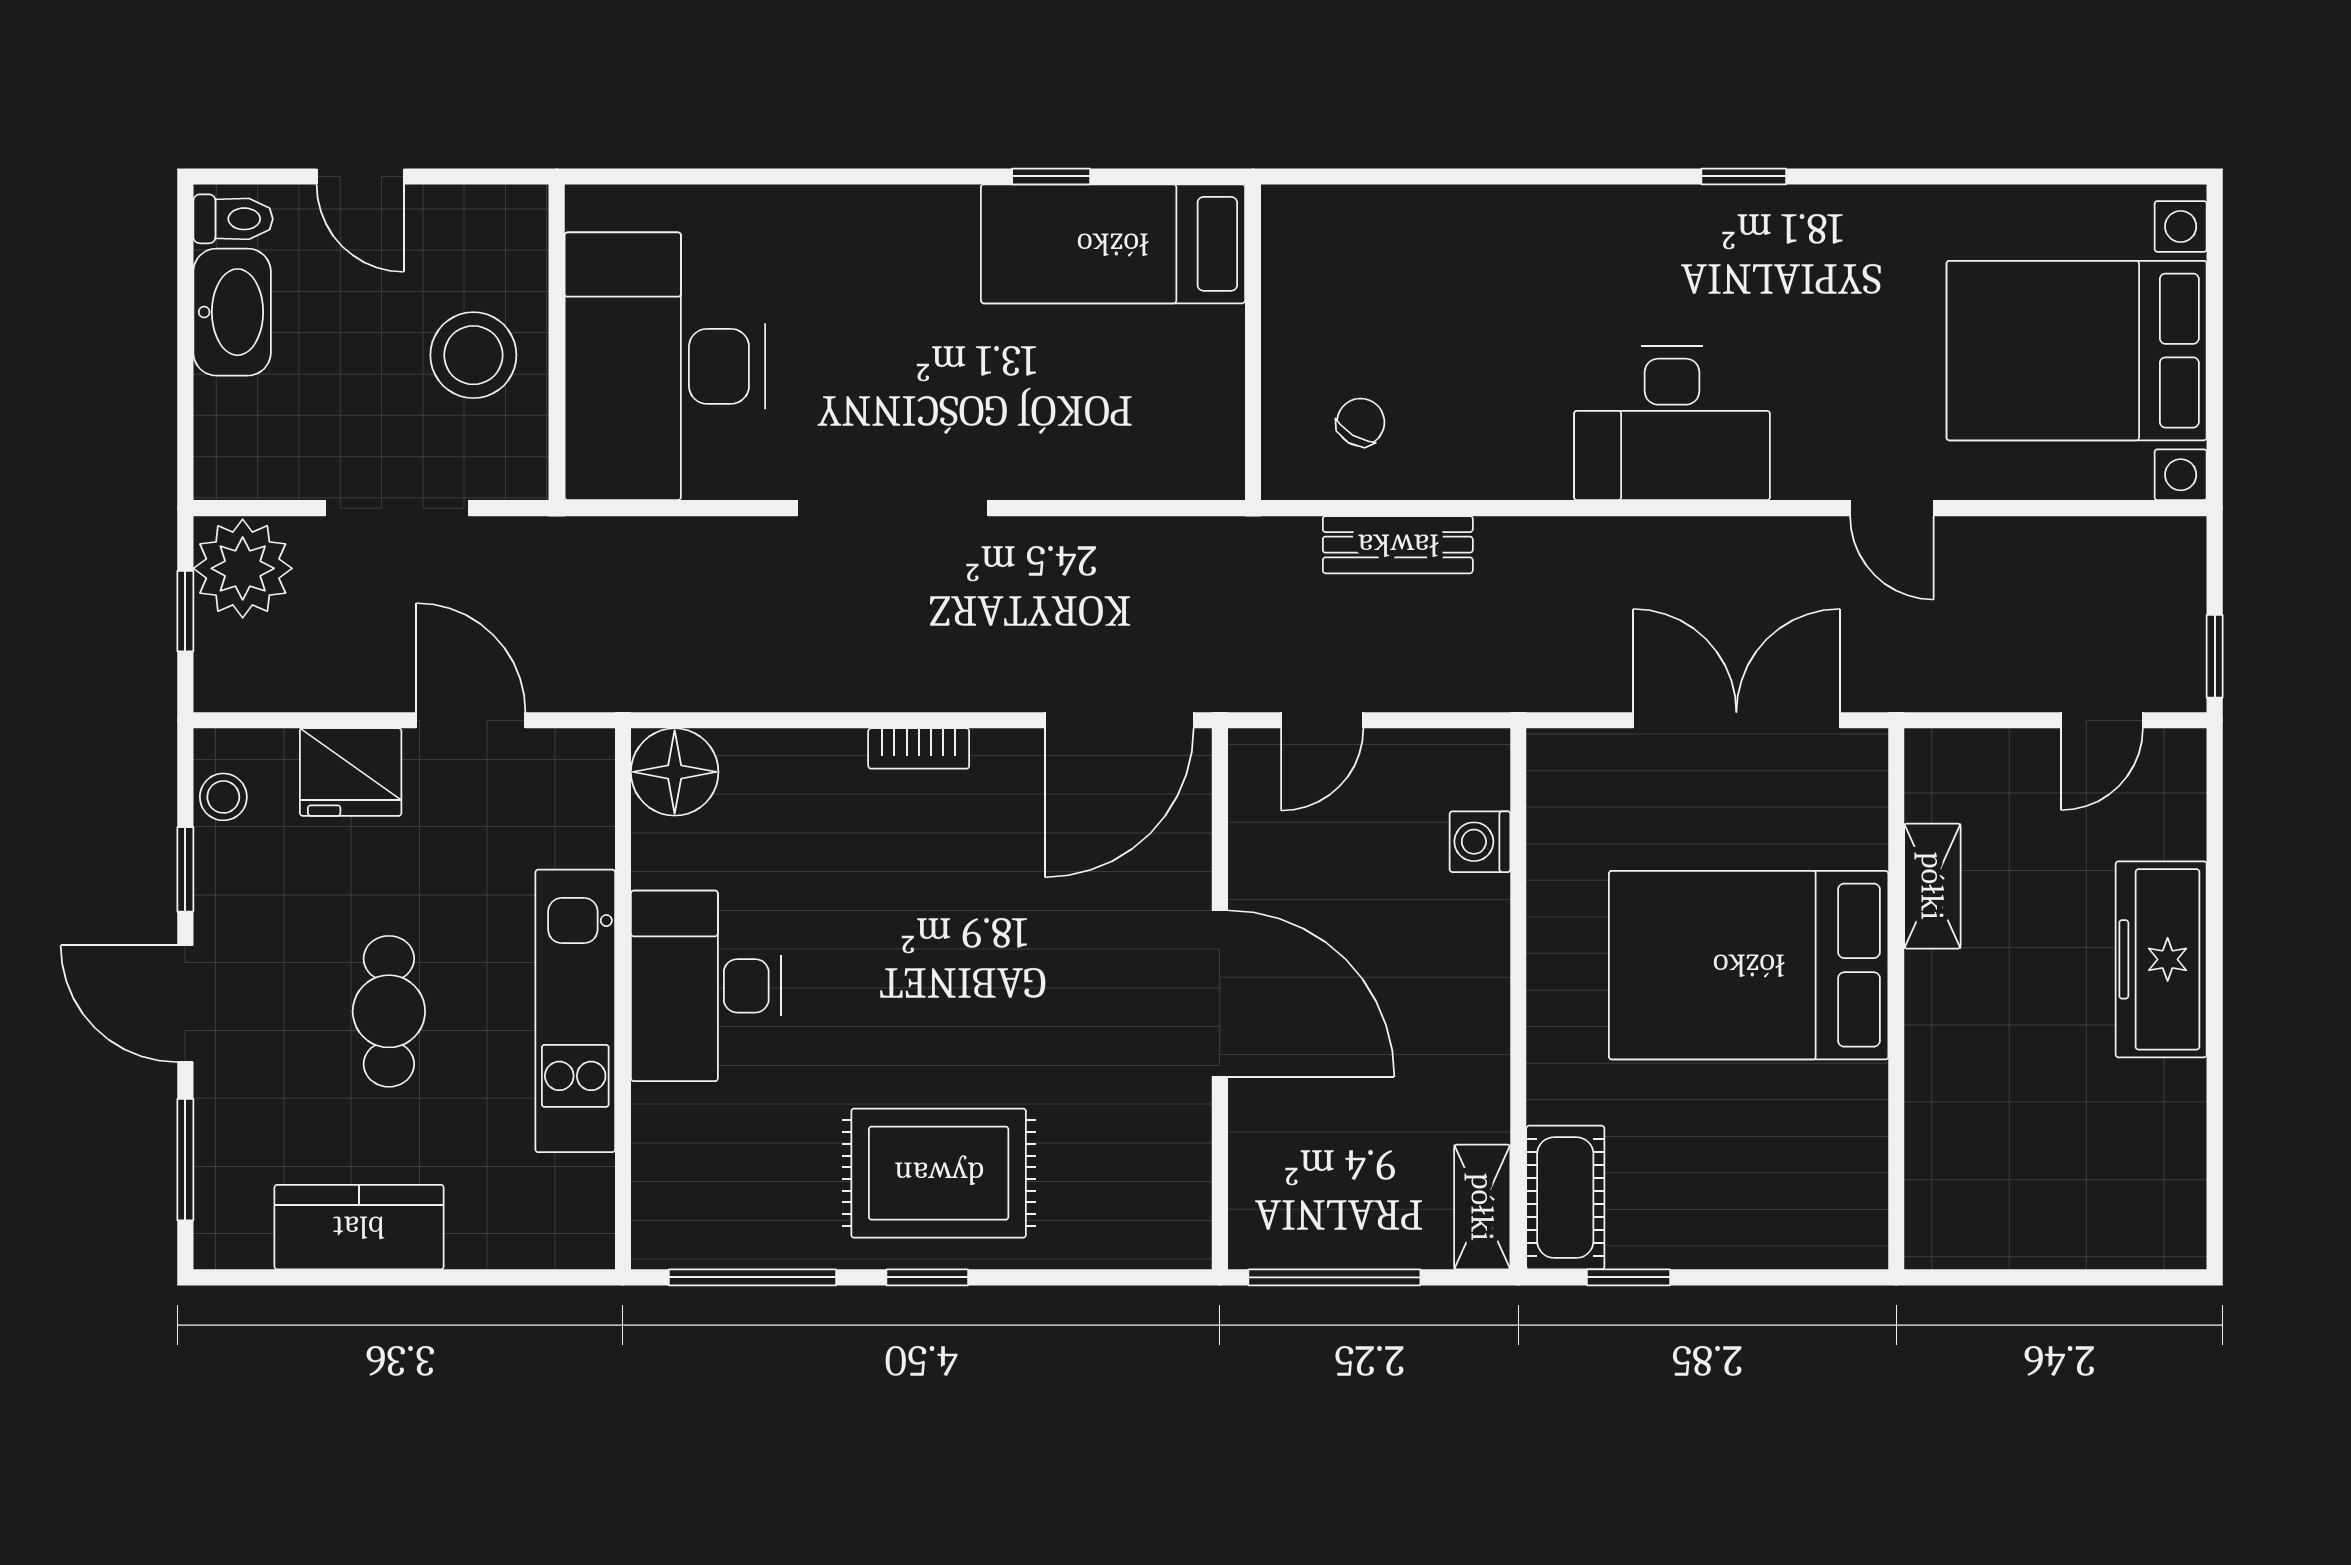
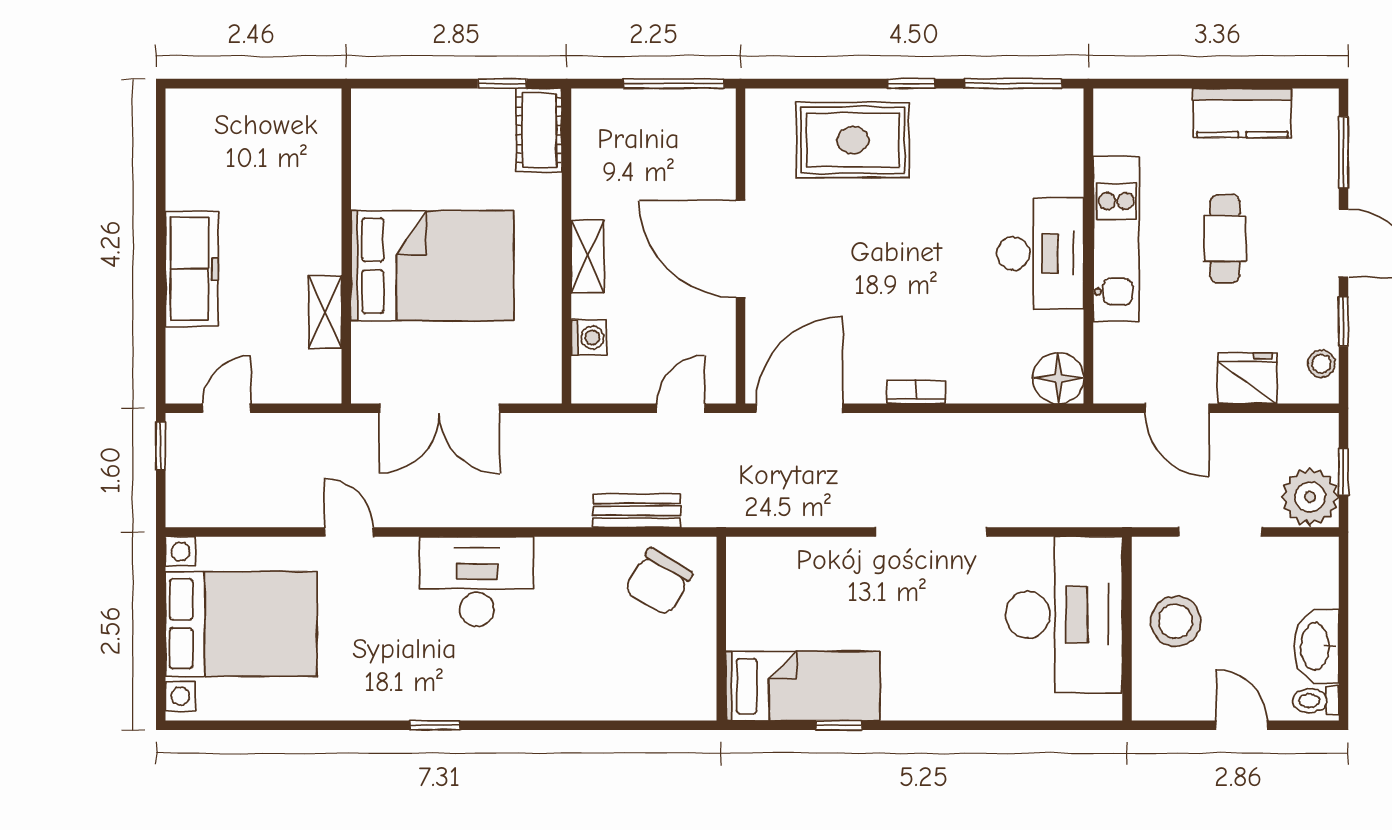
chair: (1361, 422) -> (658, 582), width x1.87, depth x1.87
rug: (939, 1173) -> (853, 140), moved
shelving: (1482, 1207) -> (588, 256), moved

